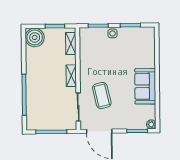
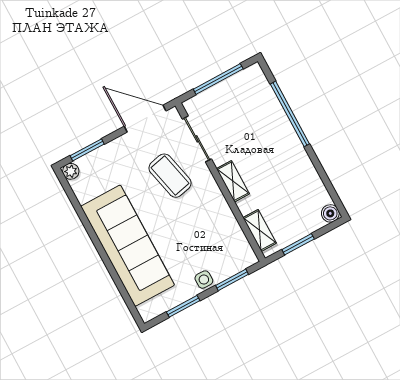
boiler: (35, 37) -> (330, 213), width x0.54, depth x0.54
sofa: (145, 86) -> (128, 246), width x1.85, depth x1.27

